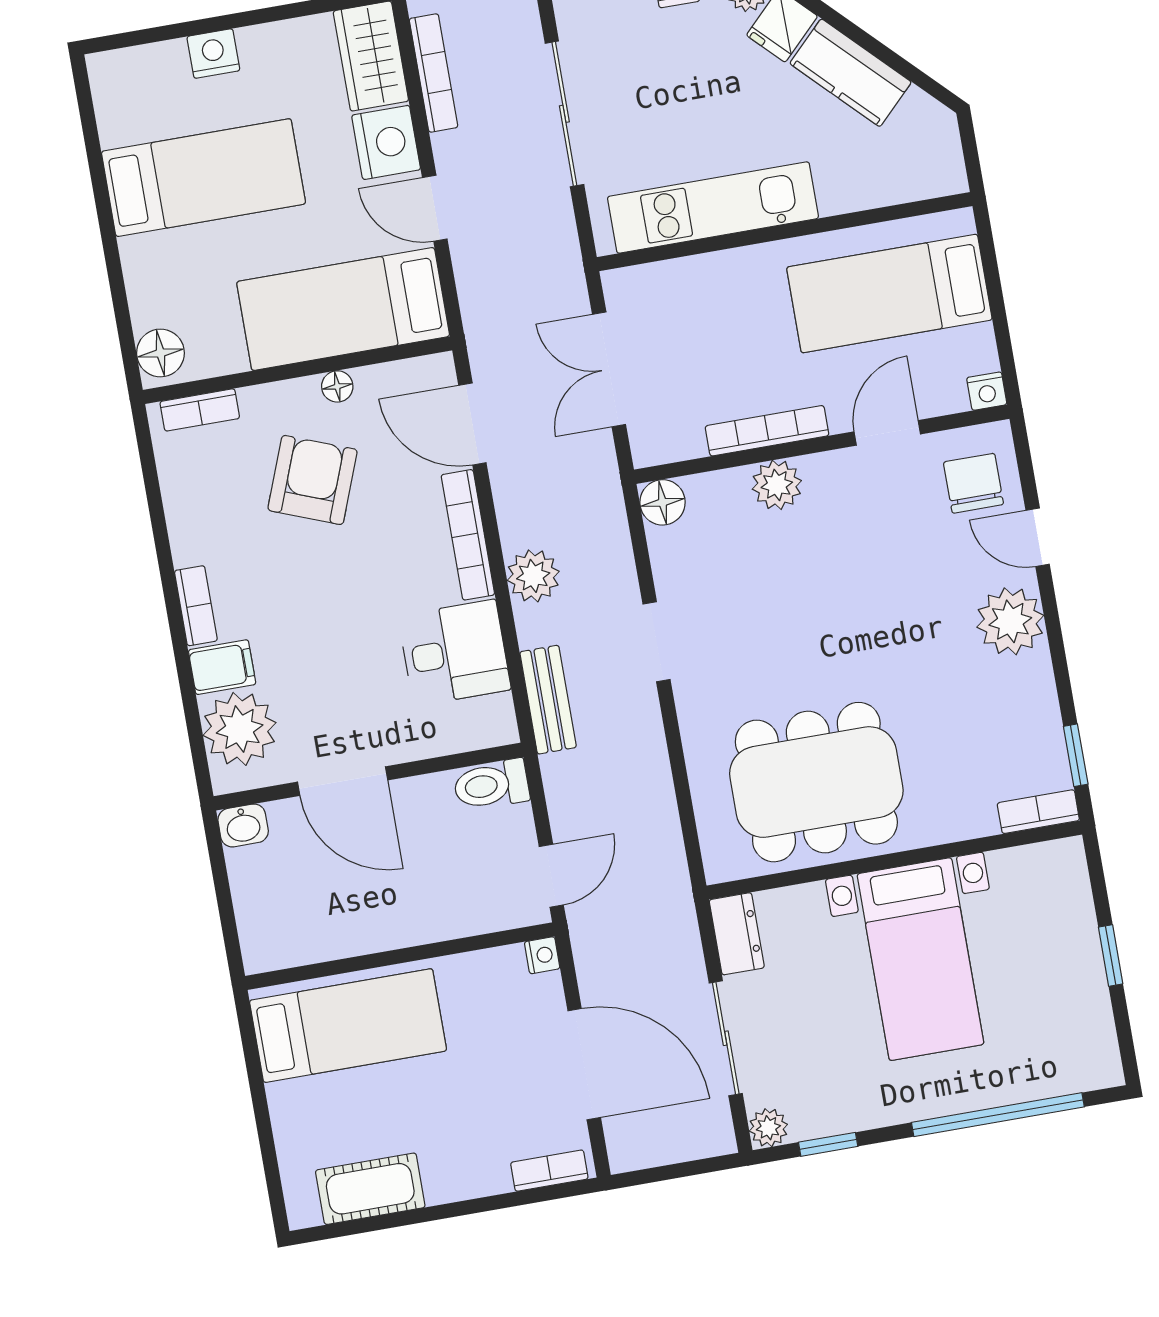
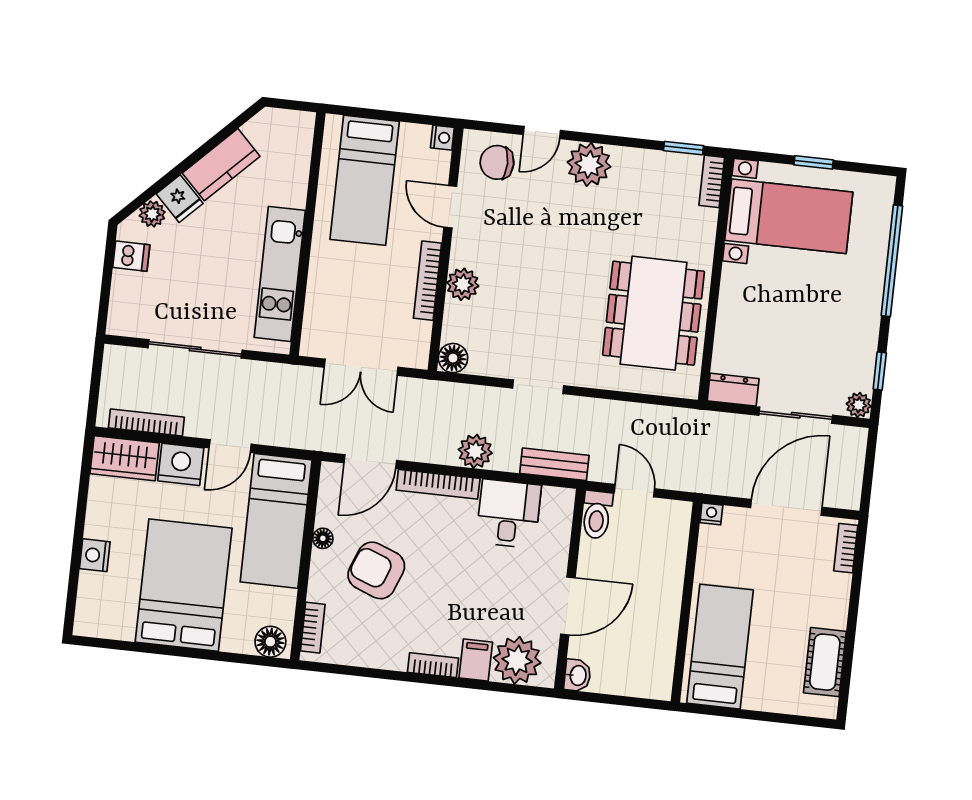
bed: (203, 178) -> (184, 585), width x1.50
door: (551, 876) -> (634, 491), moved
bed with nightstands: (920, 959) -> (789, 216), moved

